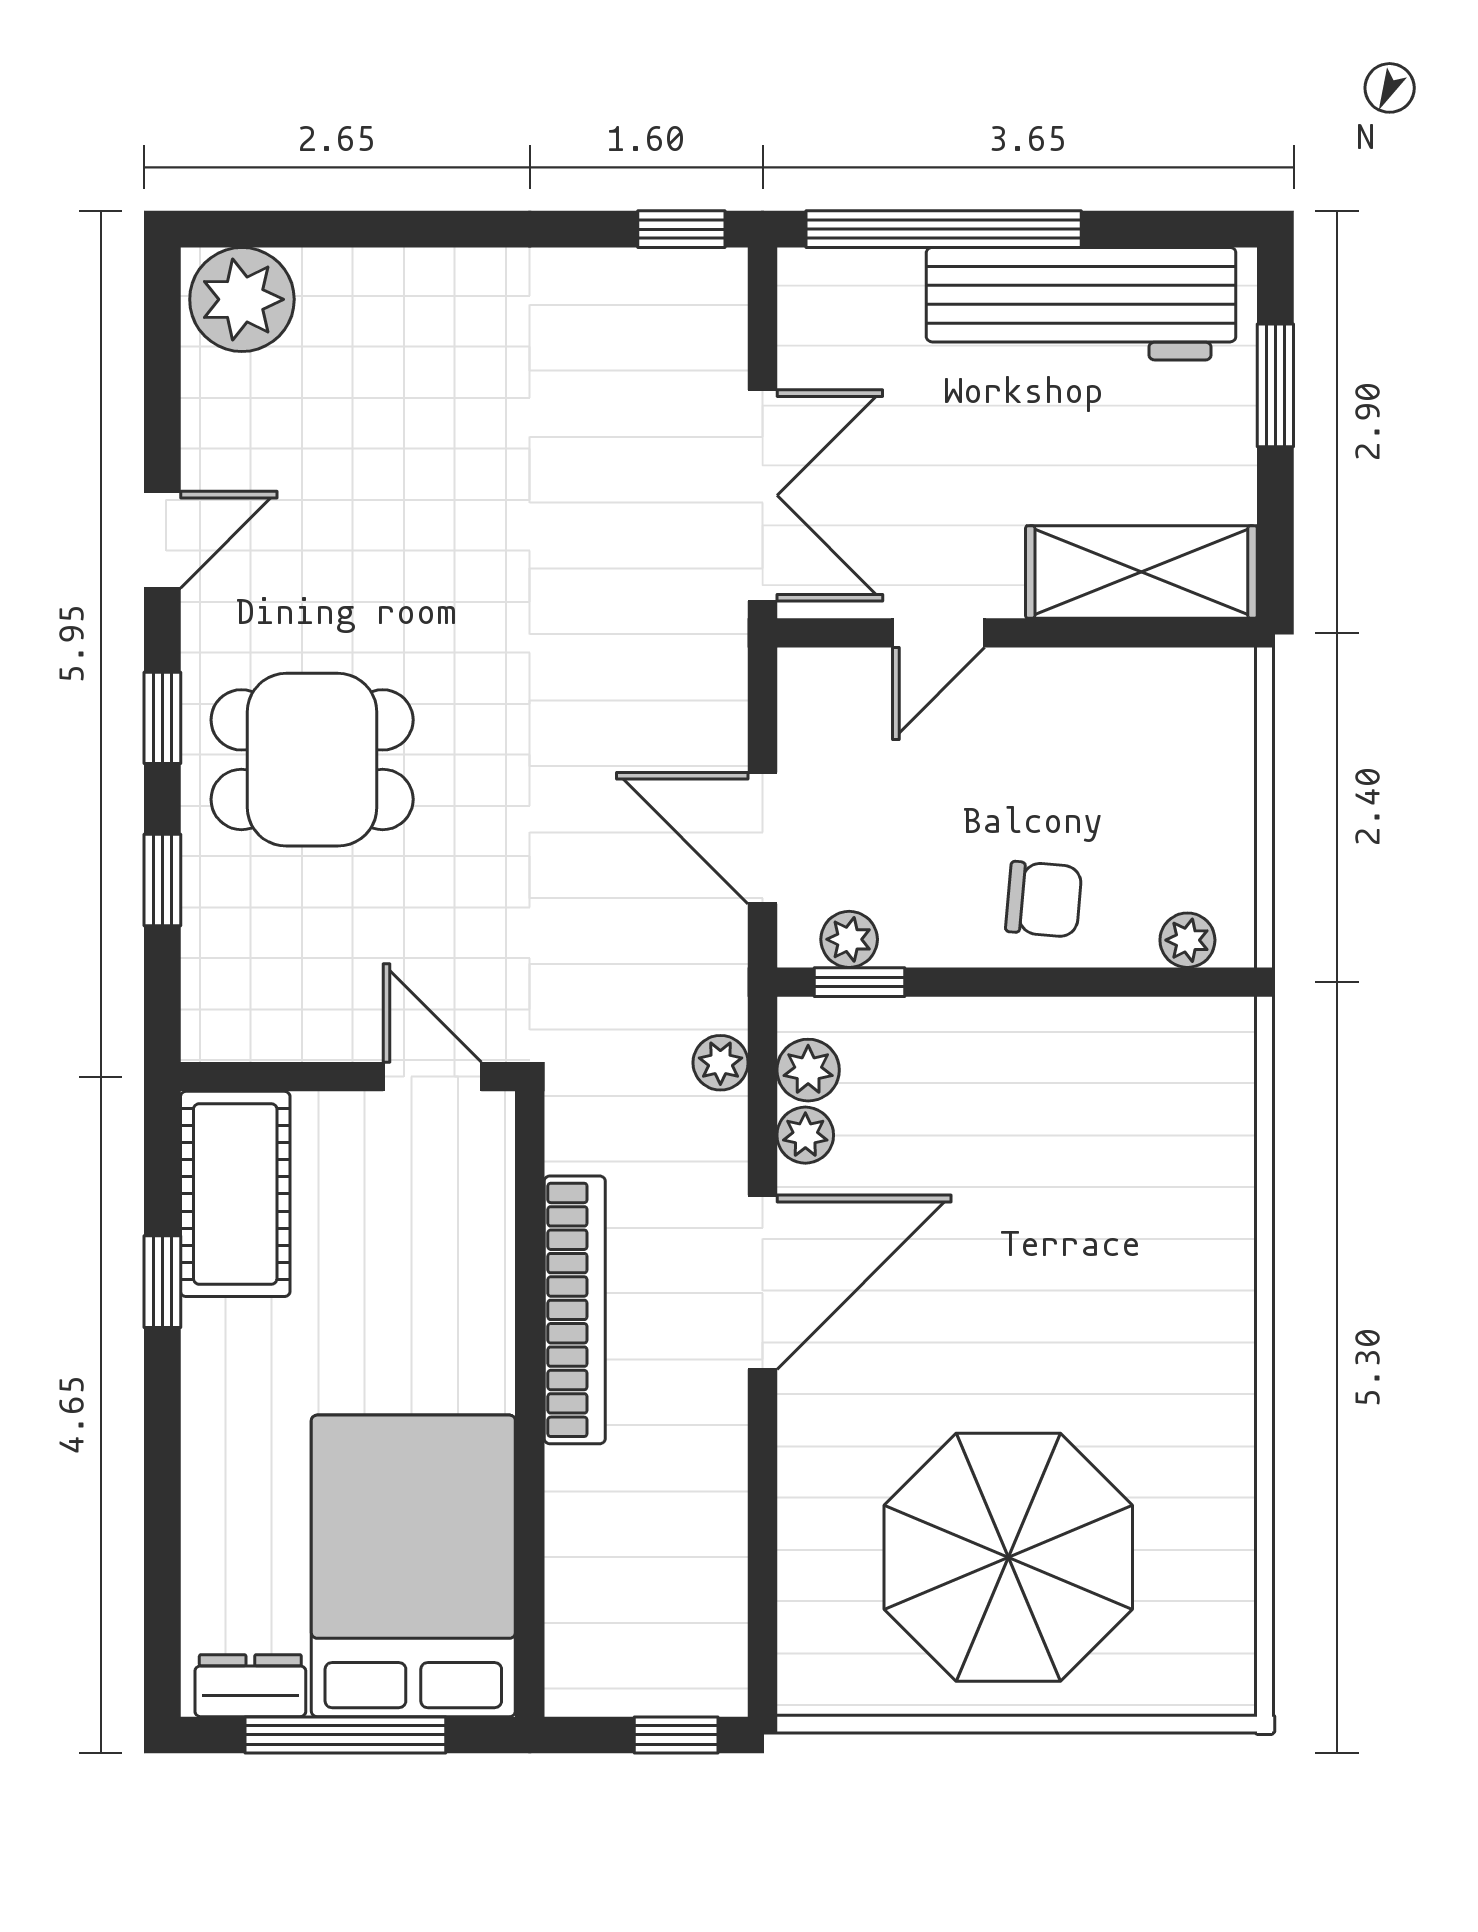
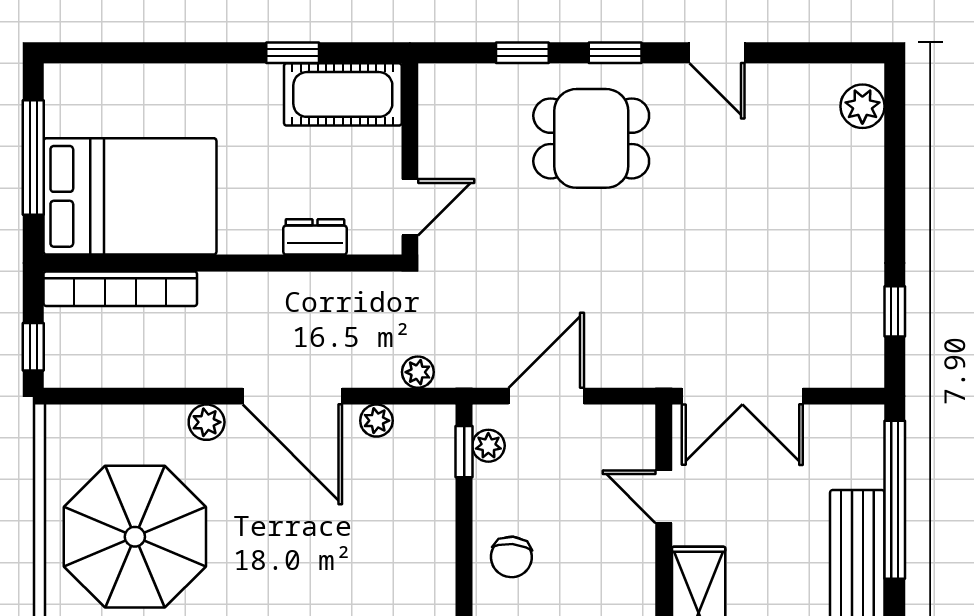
window: (681, 229) -> (895, 311), moved
plant: (242, 299) -> (862, 106), width x0.73, depth x0.73
dining table: (312, 760) -> (591, 138), turned 90
plant: (808, 1070) -> (207, 422), moved
bookcase: (575, 1310) -> (120, 289), moved
dresser: (250, 1686) -> (315, 237), moved, turned -90

